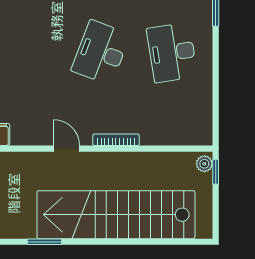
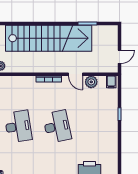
desk: (101, 53) -> (57, 127), turned -33
plant: (38, 134) -> (91, 82), added

